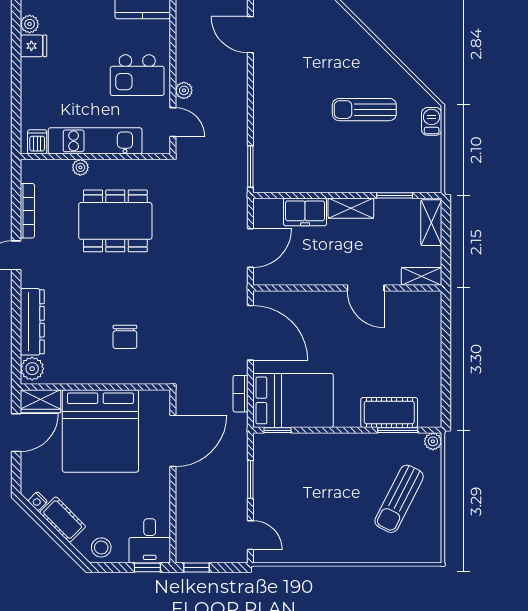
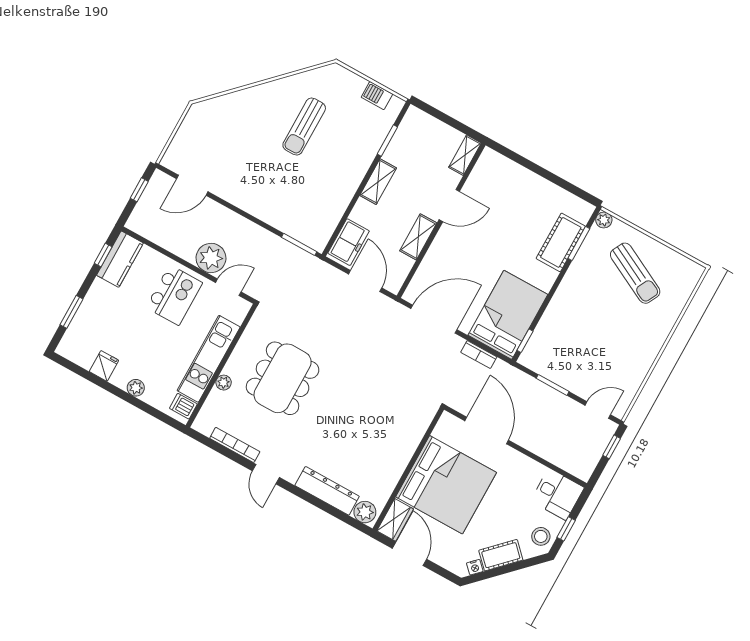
plant: (30, 24) -> (136, 388), moved
plant: (184, 90) -> (211, 258), width x1.88, depth x1.88
barbecue: (432, 121) -> (377, 96), moved
freezer: (305, 212) -> (349, 242), moved
shelving: (431, 223) -> (418, 237), moved, turned 90
chair: (125, 337) -> (381, 423), removed
window: (147, 567) -> (566, 529), moved
window: (197, 567) -> (612, 447), moved

